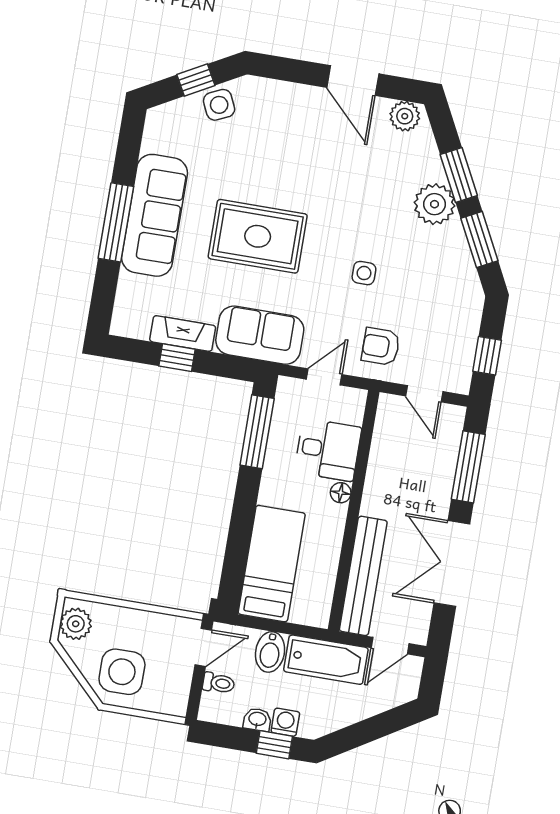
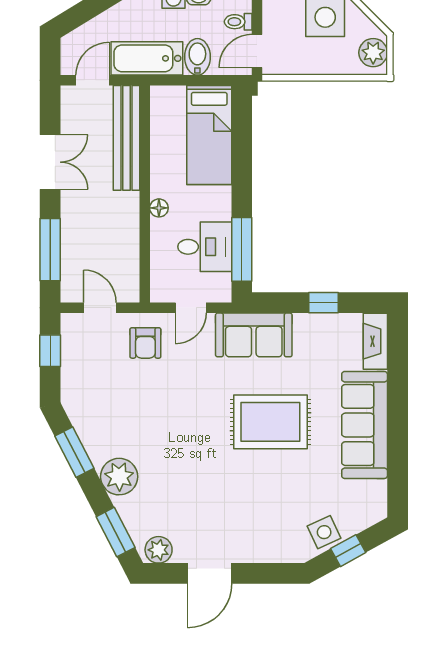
door: (353, 81) -> (210, 573), swing flipped
window: (459, 175) -> (116, 532), moved
window: (116, 222) -> (398, 413), removed
side table: (364, 273) -> (171, 405), removed
fireplace: (183, 334) -> (375, 341), moved, turned 90
armchair: (381, 346) -> (145, 343), turned 90
desk: (328, 450) -> (205, 247), moved, turned 180
double door: (452, 563) -> (50, 162), width x0.73

